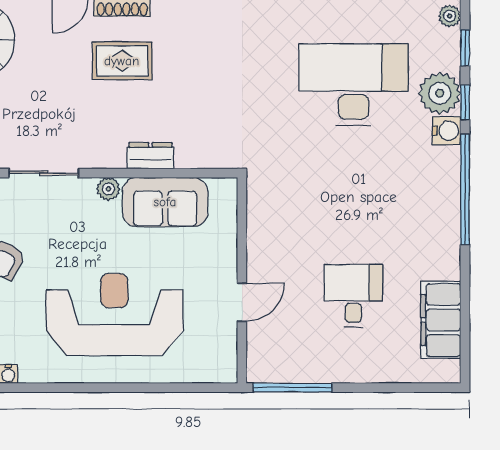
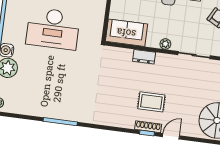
desk: (353, 85) -> (53, 29), moved
sofa: (165, 202) -> (126, 33), moved

